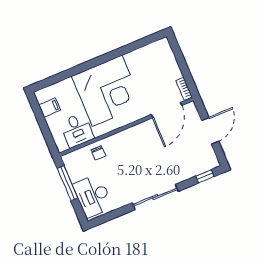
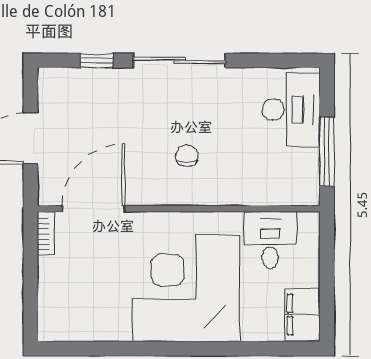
filing cabinet: (50, 108) -> (302, 315), width x2.00
chair: (98, 153) -> (187, 155), moved
window: (205, 176) -> (97, 61), moved

